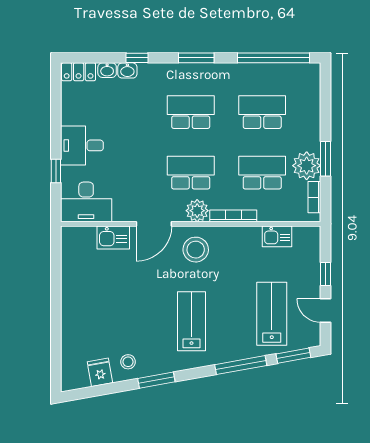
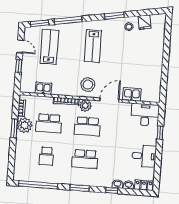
school desk: (262, 112) -> (46, 156), width x0.54
desk: (82, 145) -> (144, 156), moved
lab bench: (272, 314) -> (49, 47), turned 180

